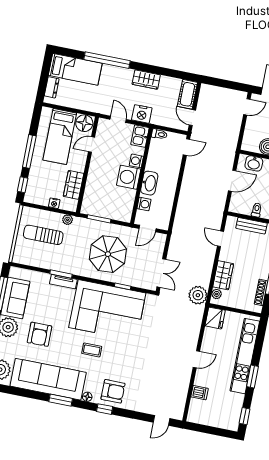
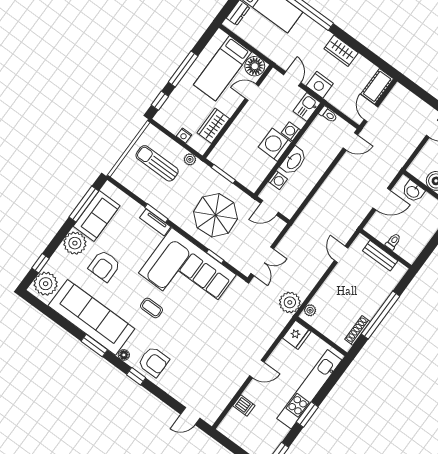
wardrobe: (223, 275) -> (326, 294), removed

